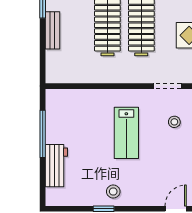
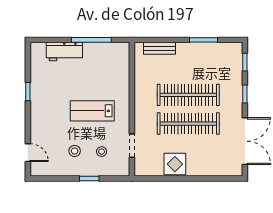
bench: (52, 30) -> (160, 48), moved
stool: (113, 191) -> (75, 151), moved

